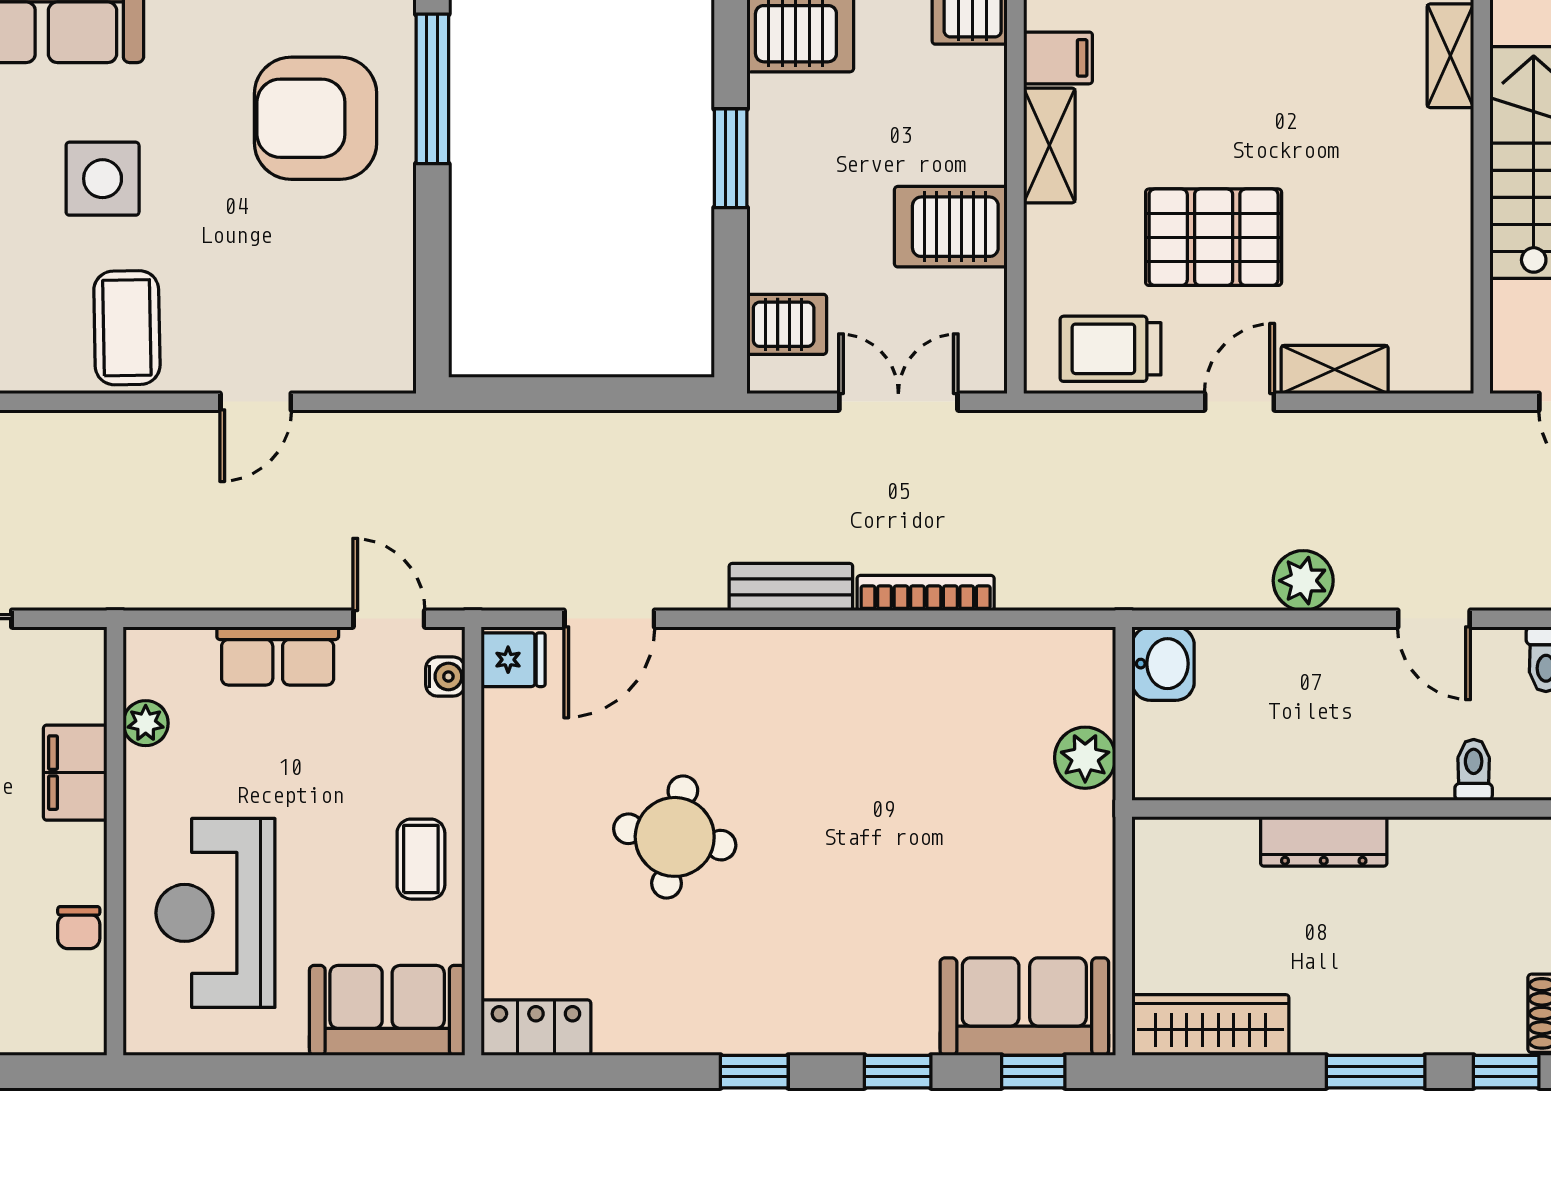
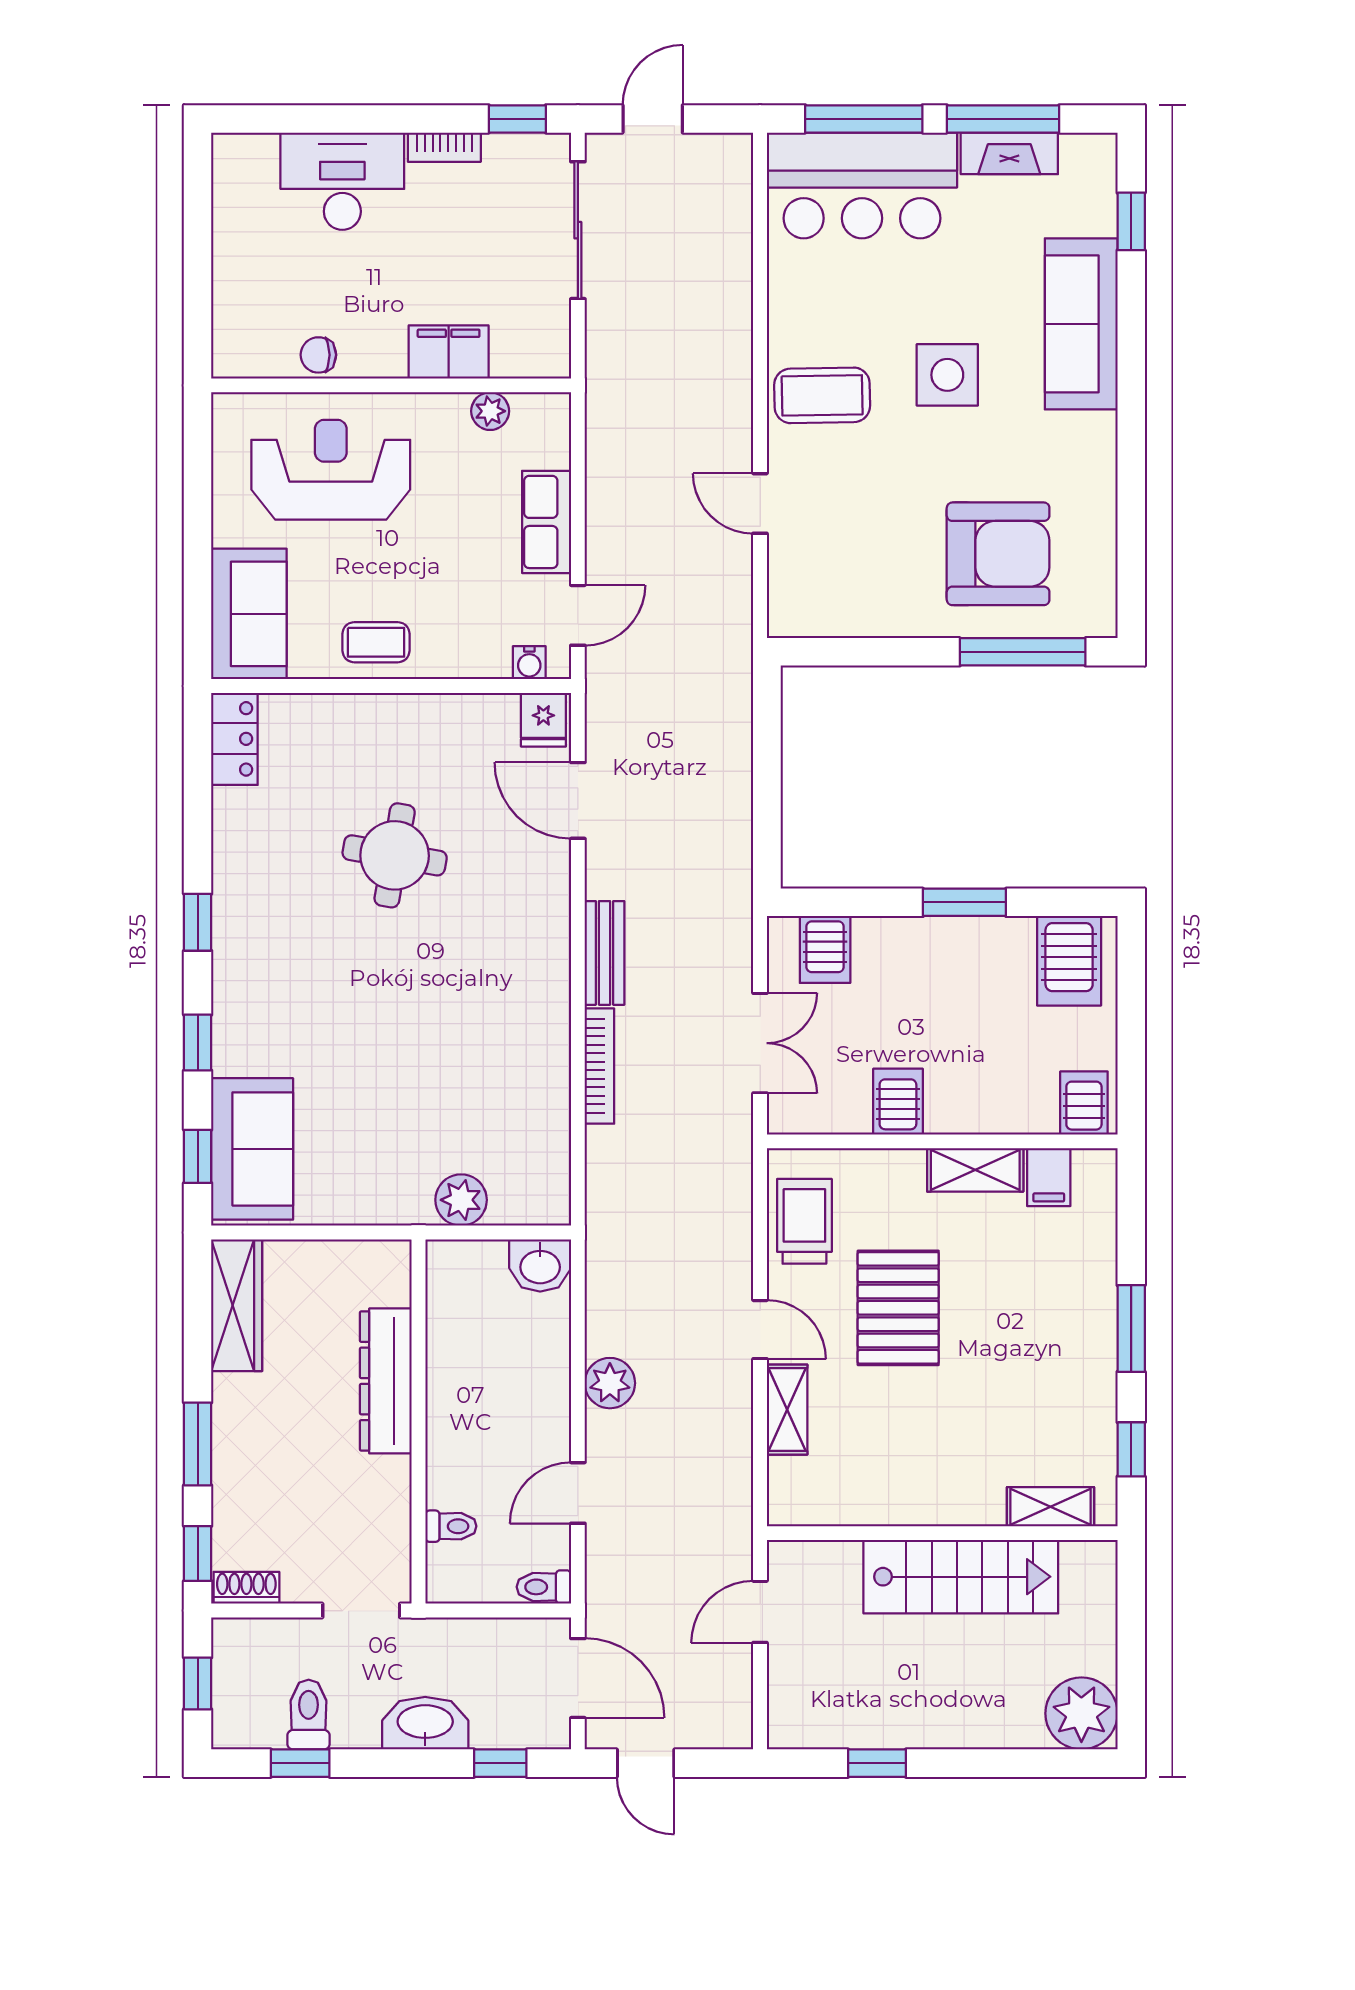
armchair: (316, 118) -> (998, 554), turned 90
server rack: (951, 227) -> (898, 1102), width x0.73, depth x0.70
dresser: (1324, 841) -> (386, 1381), width x1.37, depth x1.24

